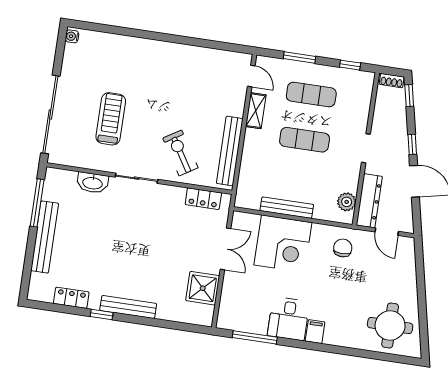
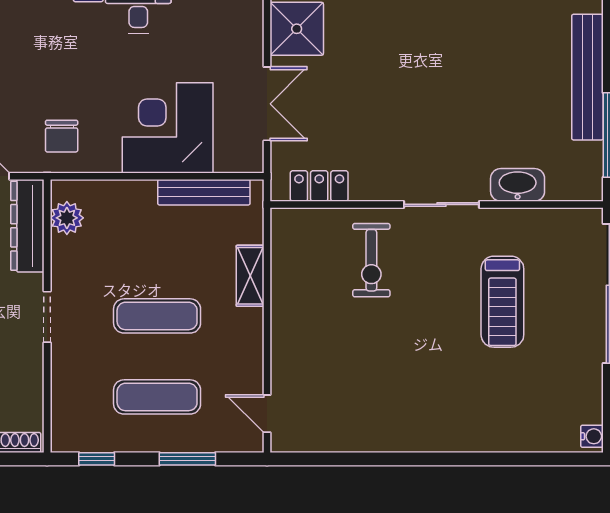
shelving: (256, 111) -> (250, 276), moved
bench: (230, 151) -> (285, 276), removed
exercise bike: (180, 153) -> (371, 260), turned 32
bench: (287, 208) -> (204, 192), moved
double door: (226, 249) -> (267, 104), swing flipped

